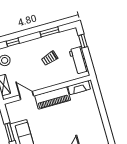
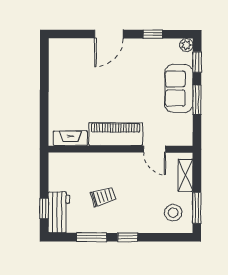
window: (13, 42) -> (128, 237), moved
workbench: (79, 60) -> (59, 212), moved

